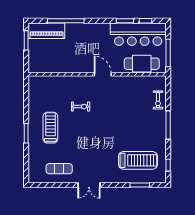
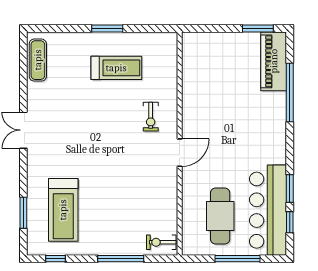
wall: (97, 74) -> (180, 144), moved
door: (103, 74) -> (180, 153), moved
exercise mat: (59, 169) -> (38, 60), moved

